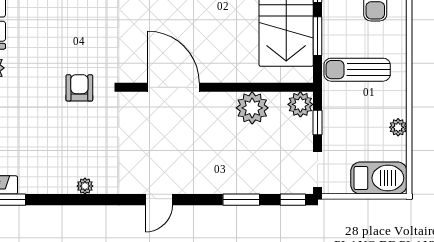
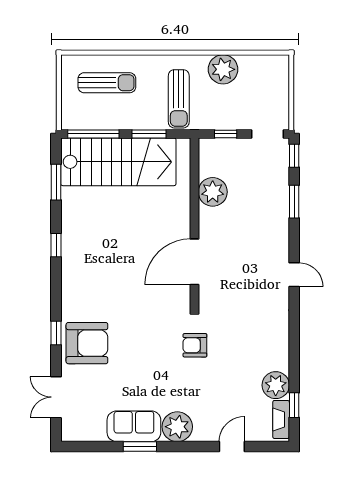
plant: (300, 104) -> (210, 149), removed
plant: (398, 127) -> (223, 69), width x1.87, depth x1.87
barbecue: (379, 178) -> (275, 80), removed
plant: (85, 186) -> (276, 385), moved, width x1.87, depth x1.87

